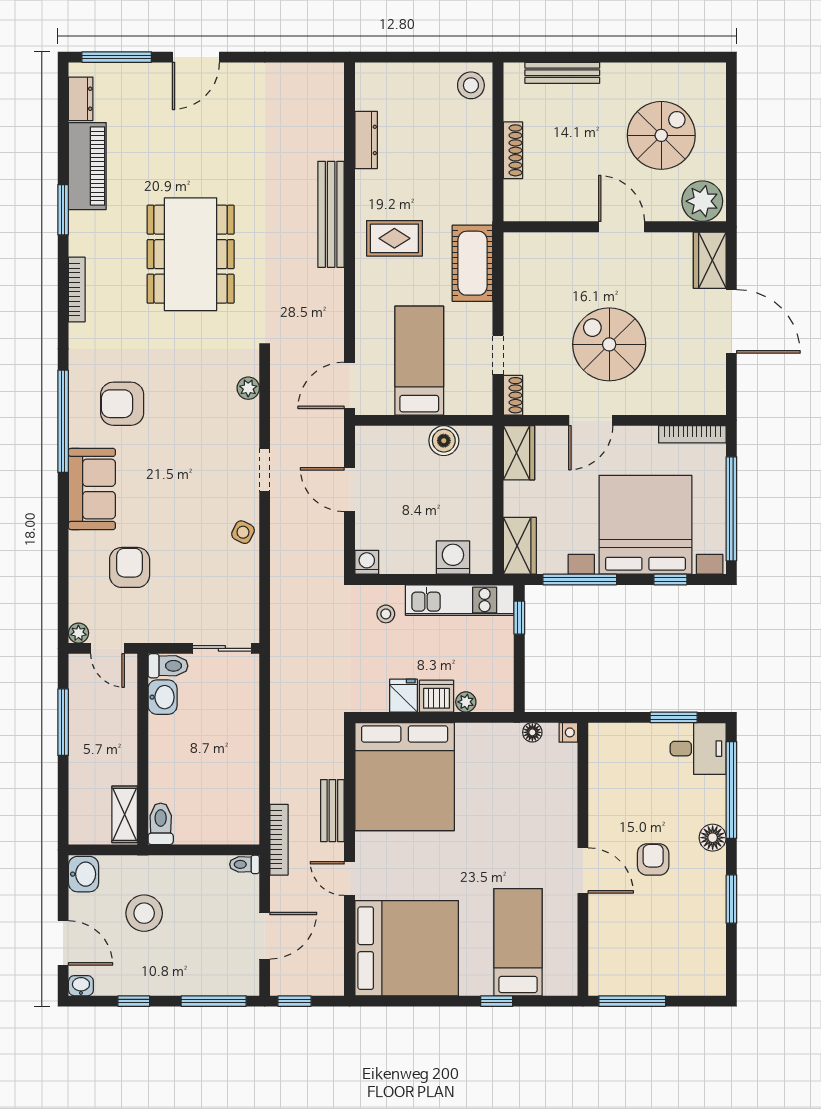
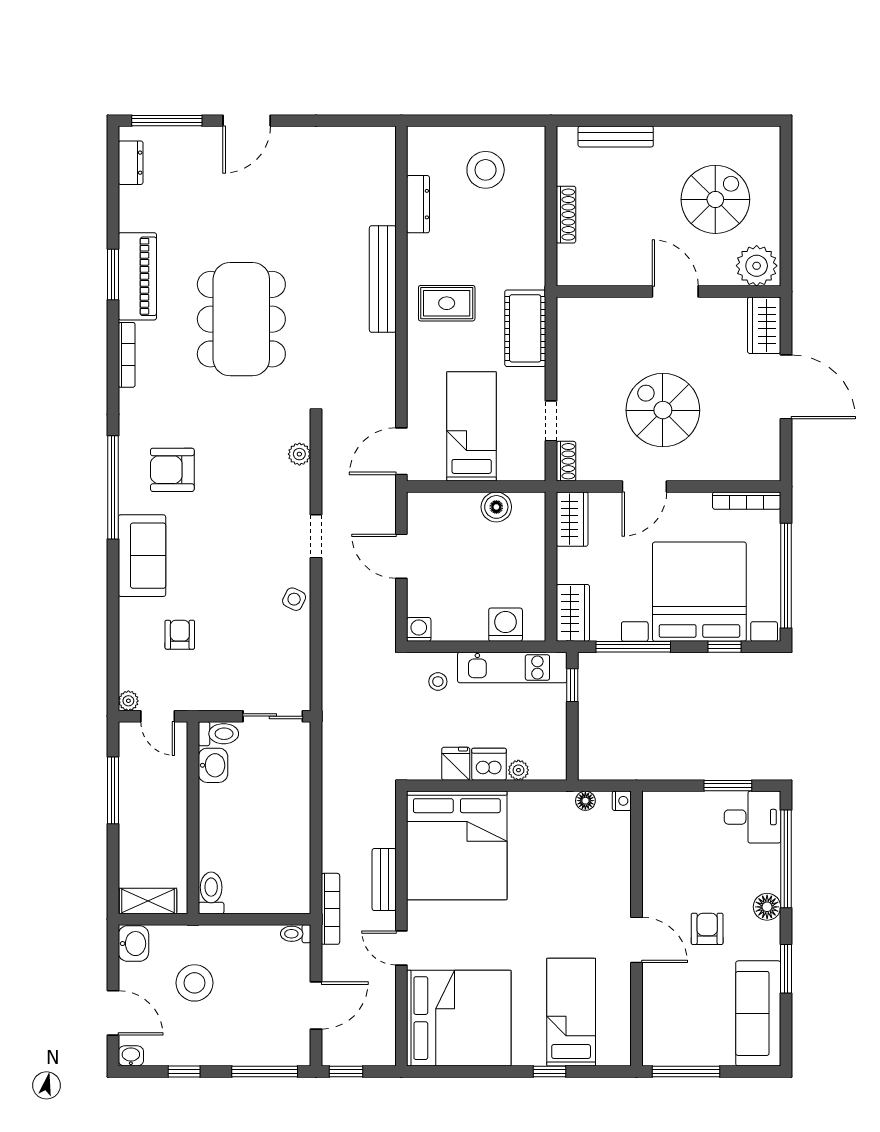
stool: (471, 85) -> (486, 170), moved, width x1.38, depth x1.38
piano: (87, 166) -> (137, 276), moved
armchair: (130, 567) -> (180, 635), width x0.72, depth x0.72
shelving: (125, 814) -> (148, 901), moved, turned 90
sofa: (704, 943) -> (758, 1013), added

